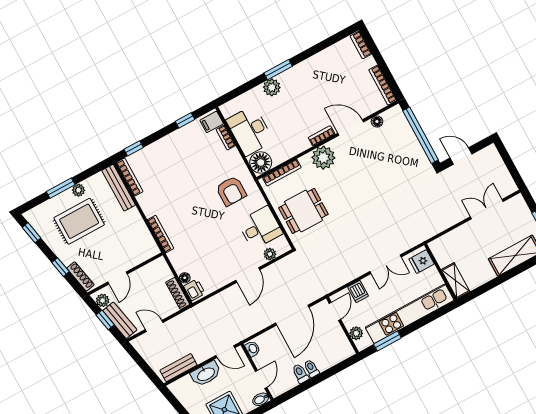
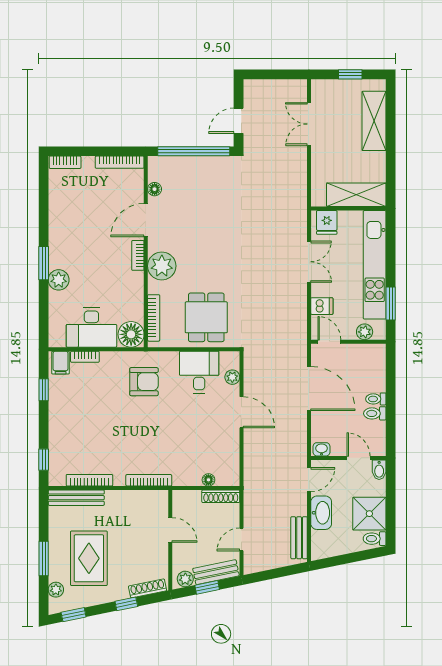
bookcase: (130, 177) -> (89, 480), moved
plant: (78, 190) -> (56, 590), moved
door: (118, 278) -> (170, 530), moved
shelving: (455, 281) -> (356, 195), width x1.50, depth x1.33
printer: (194, 290) -> (227, 477), removed

